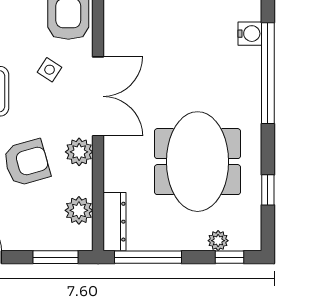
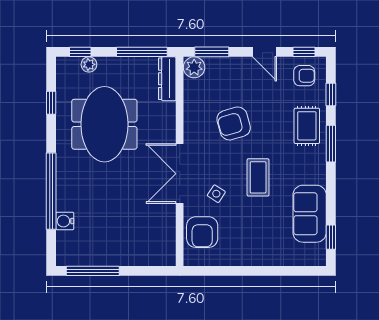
plant: (79, 152) -> (194, 132), removed
plant: (79, 210) -> (194, 67), moved

